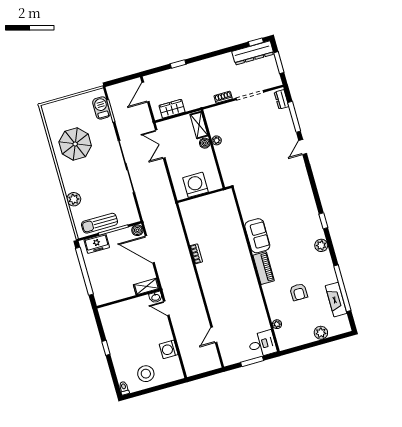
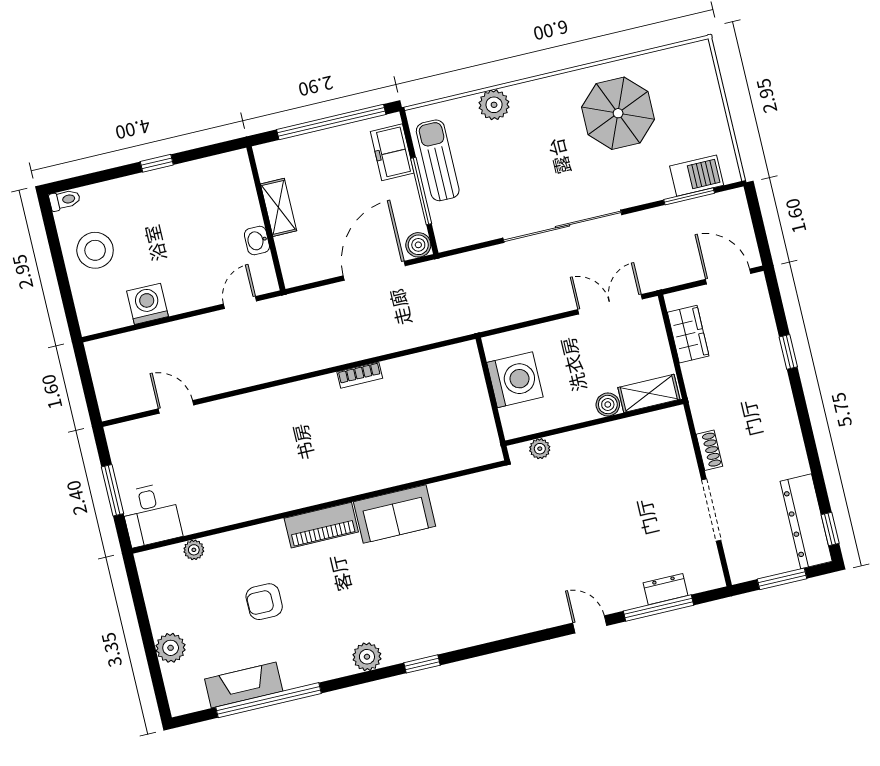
dresser: (281, 99) -> (665, 589), moved
plant: (217, 140) -> (540, 449), moved
shelving: (146, 287) -> (279, 207), moved
washbasin: (156, 297) -> (257, 240), moved

